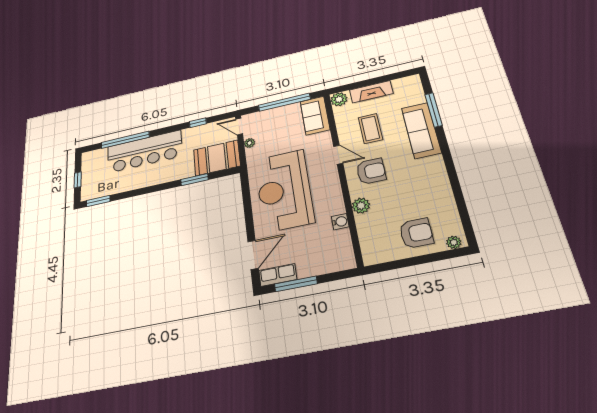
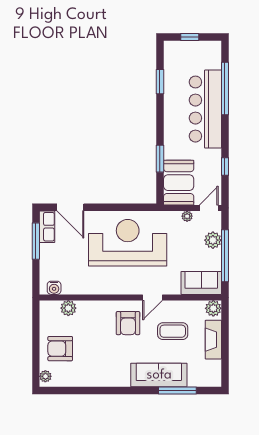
plant: (270, 116) -> (213, 240), added
window: (98, 201) -> (160, 82), moved
plant: (361, 206) -> (68, 308), moved
water cooler: (340, 222) -> (54, 288), moved
armchair: (416, 233) -> (60, 349), turned 90

